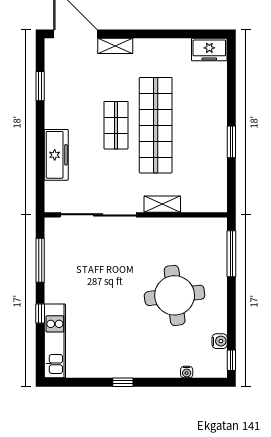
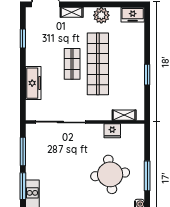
plant: (161, 51) -> (101, 15), added
shelving: (162, 204) -> (124, 115), moved
fridge: (178, 228) -> (112, 131), added
window: (231, 254) -> (147, 176), moved
window: (40, 314) -> (23, 186), width x2.17

